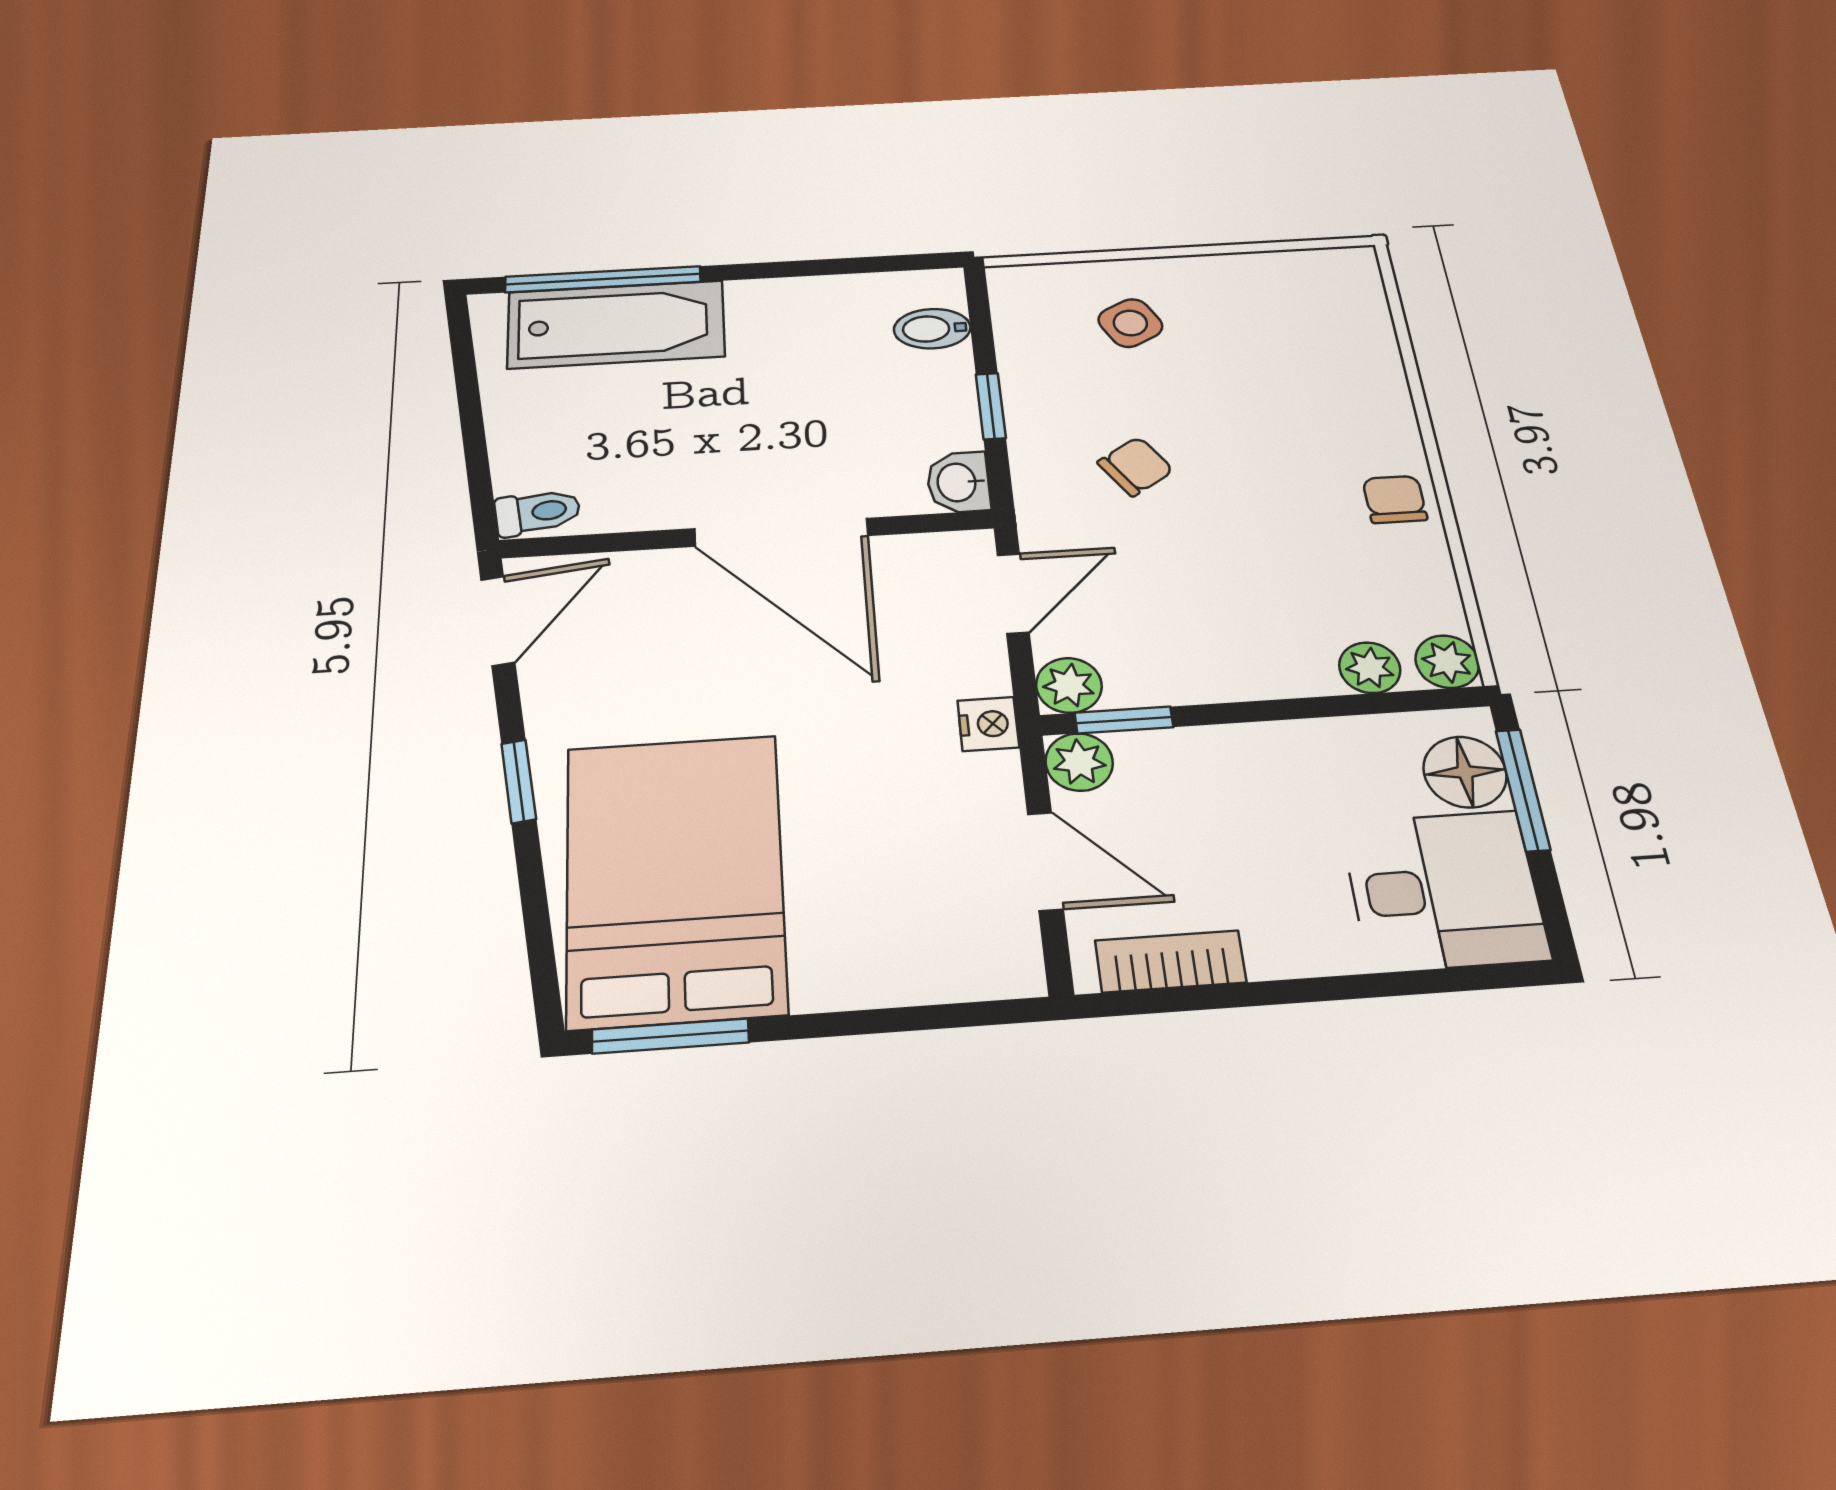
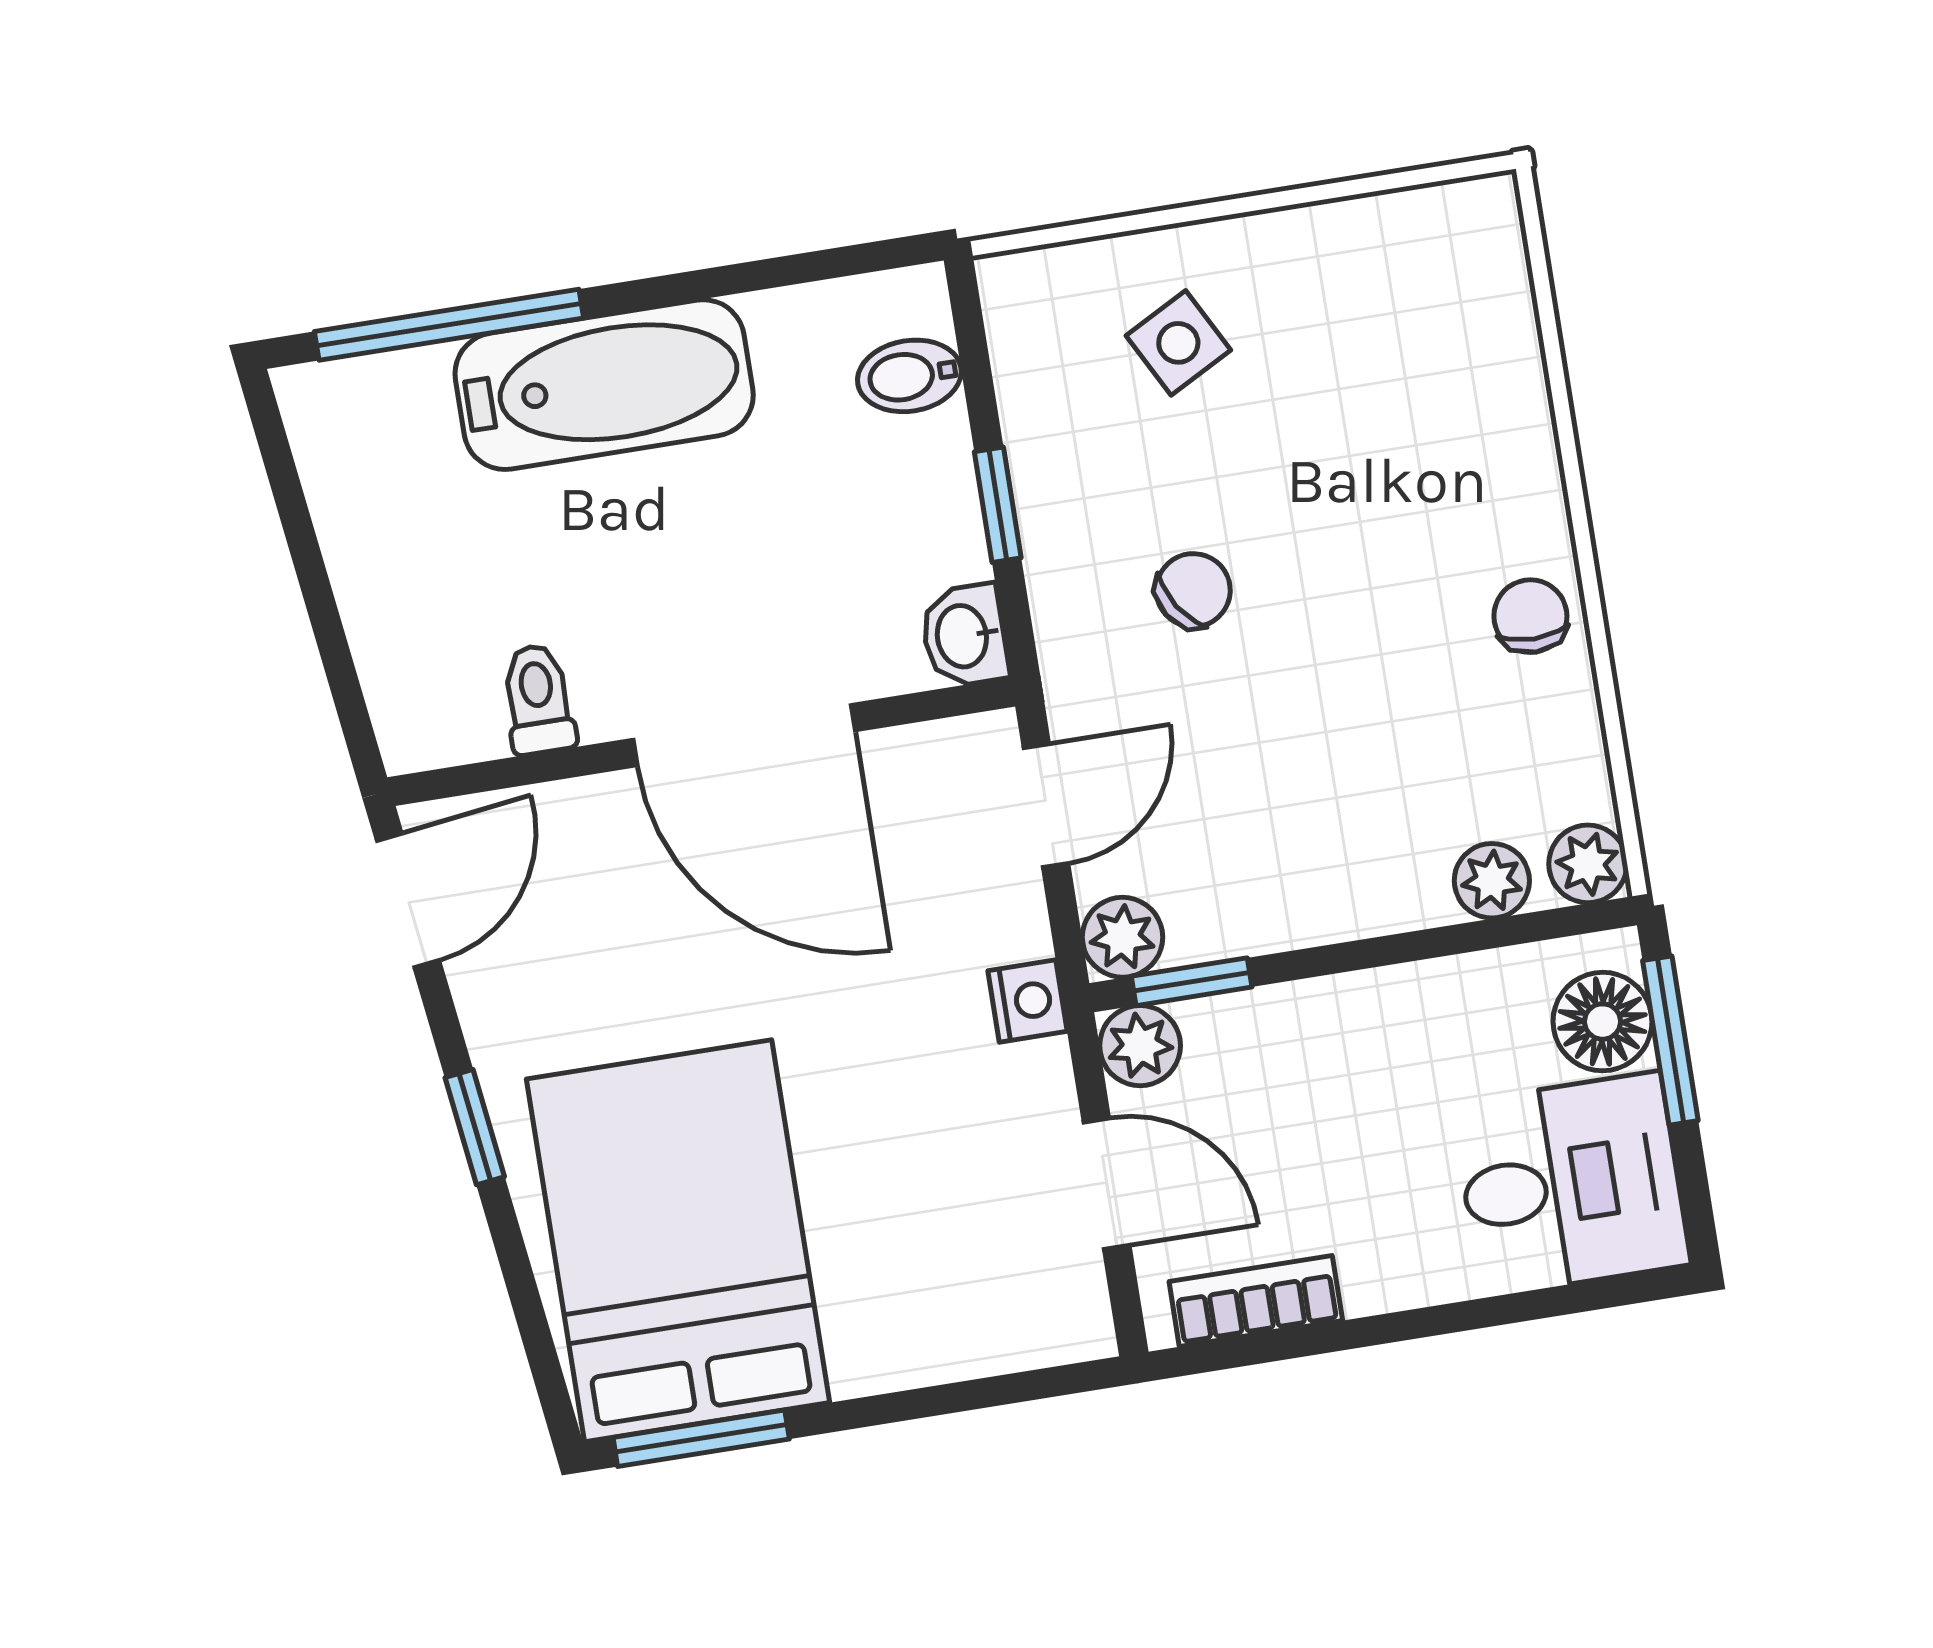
bathtub: (616, 324) -> (604, 385), moved
toilet: (538, 512) -> (538, 699), moved, turned -83

